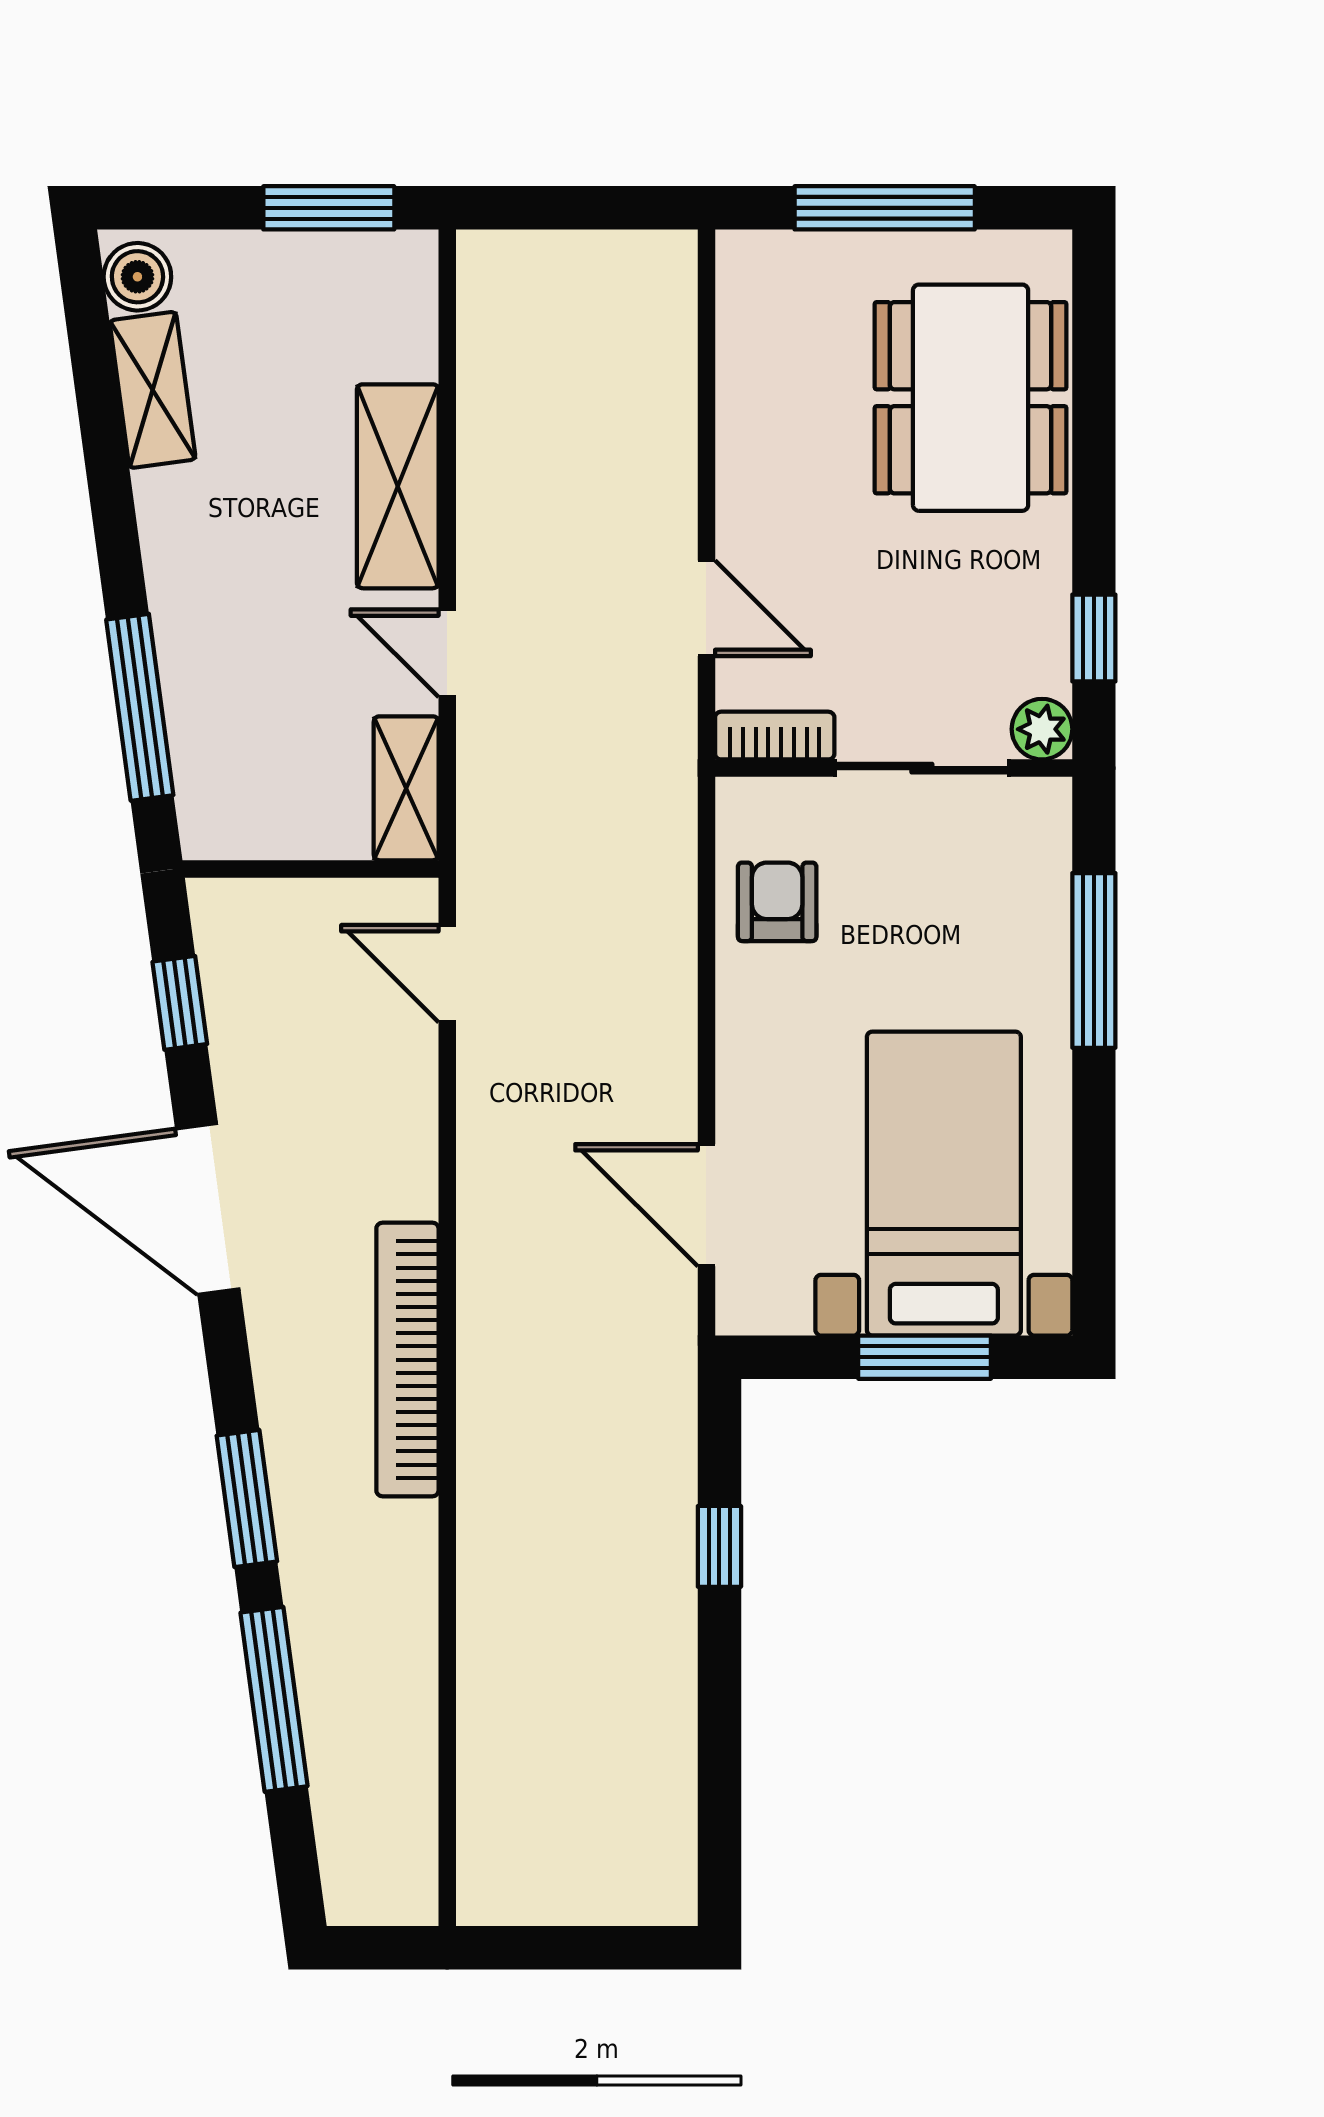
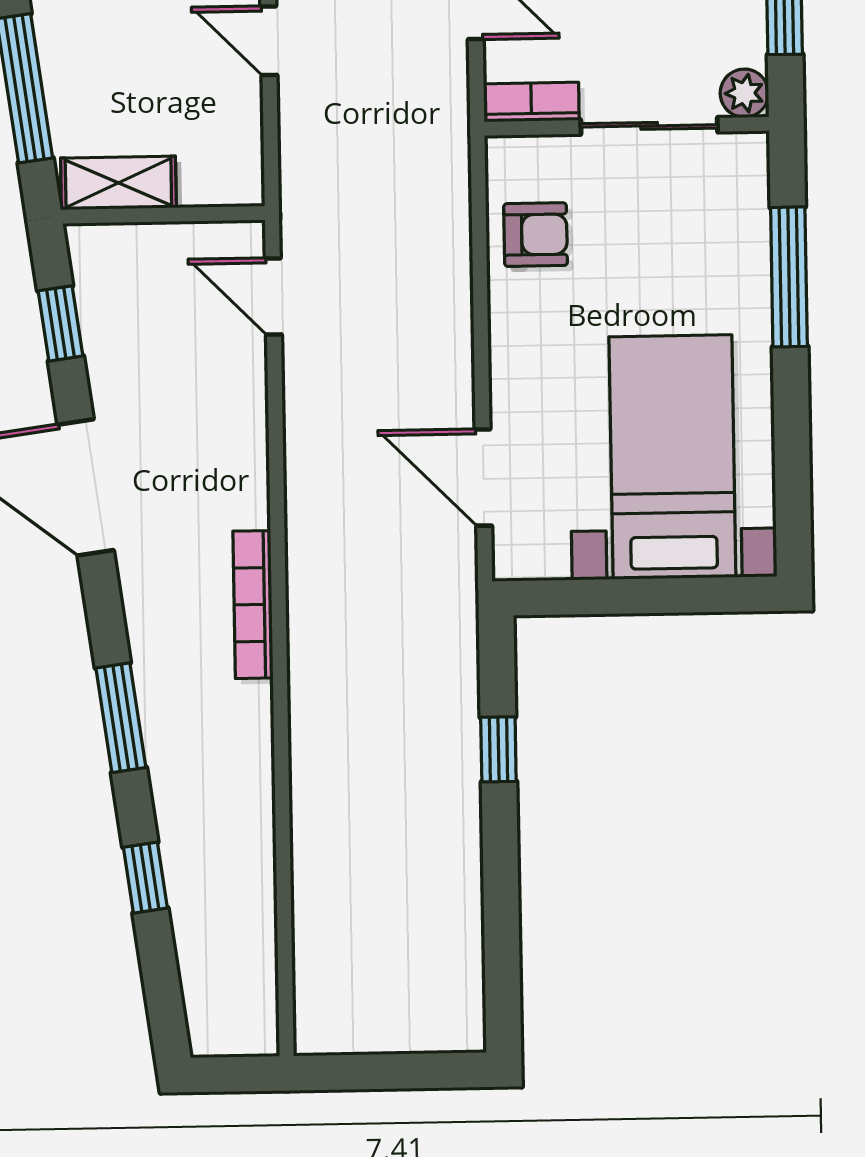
shelving: (406, 788) -> (118, 183), moved, turned 90
armchair: (777, 902) -> (536, 235), turned 90
window: (925, 1357) -> (659, 596), removed
bookcase: (407, 1360) -> (253, 605), width x0.68, depth x0.76
window: (274, 1699) -> (145, 878), width x0.46

